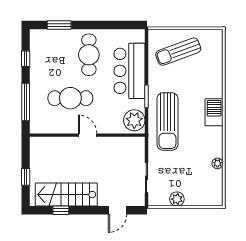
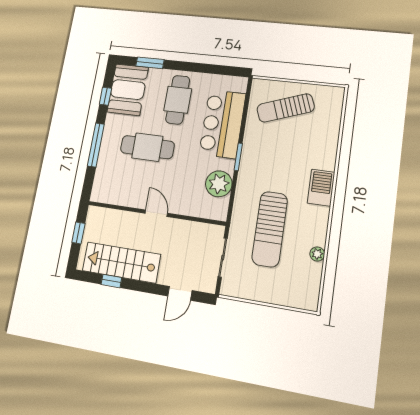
booth: (44, 51) -> (128, 90), added
sun lounger: (167, 121) -> (270, 229), moved
wall: (87, 135) -> (156, 213), moved
door: (88, 135) -> (156, 213), moved
plant: (177, 199) -> (257, 292), removed

